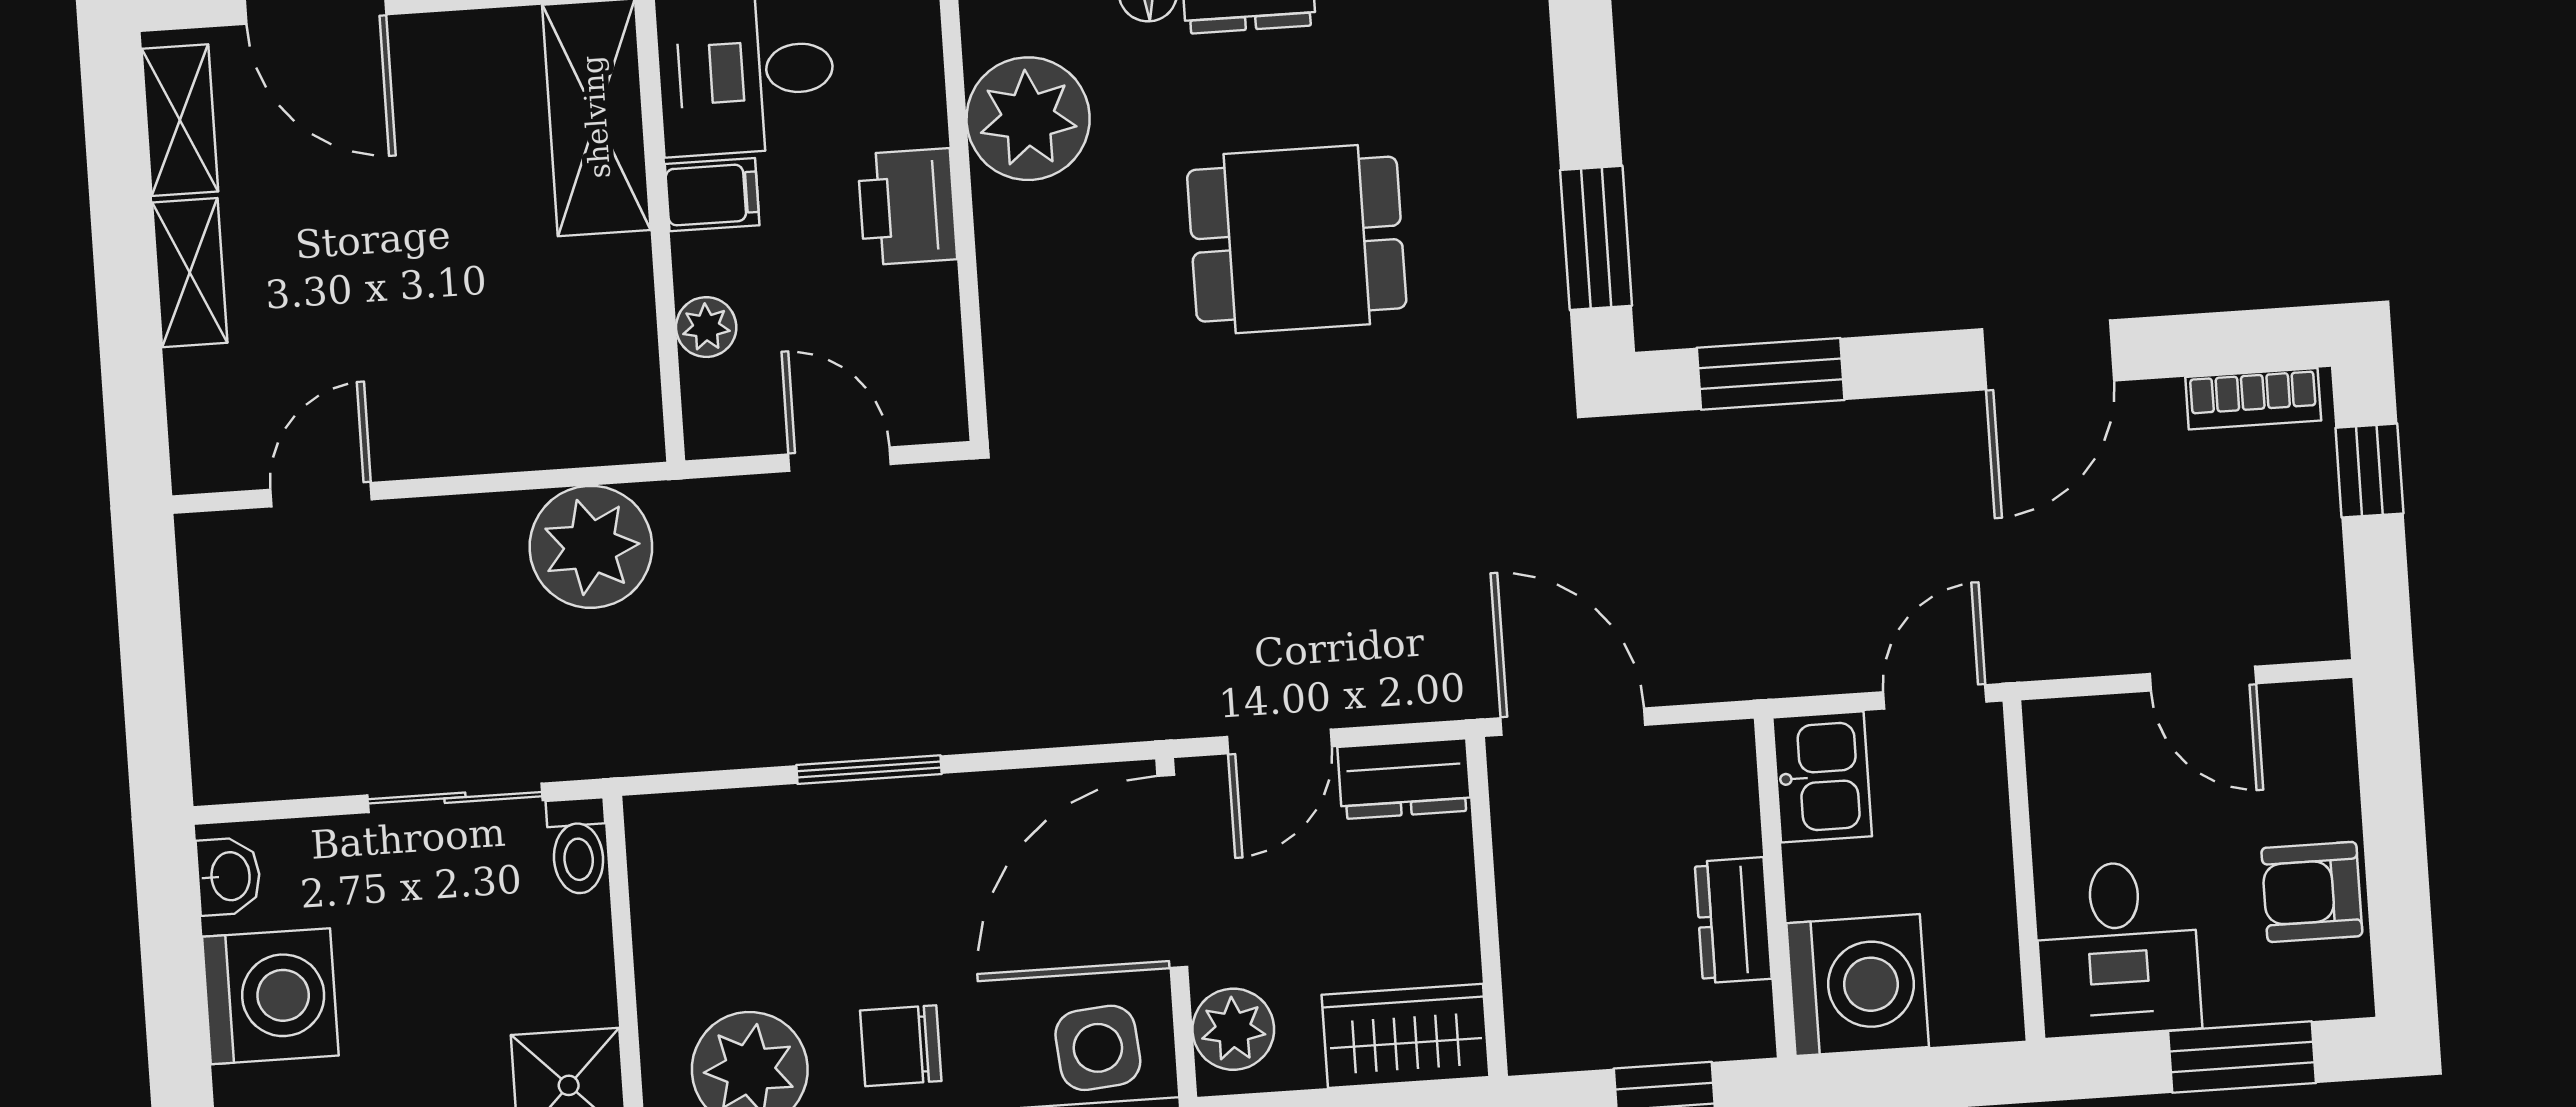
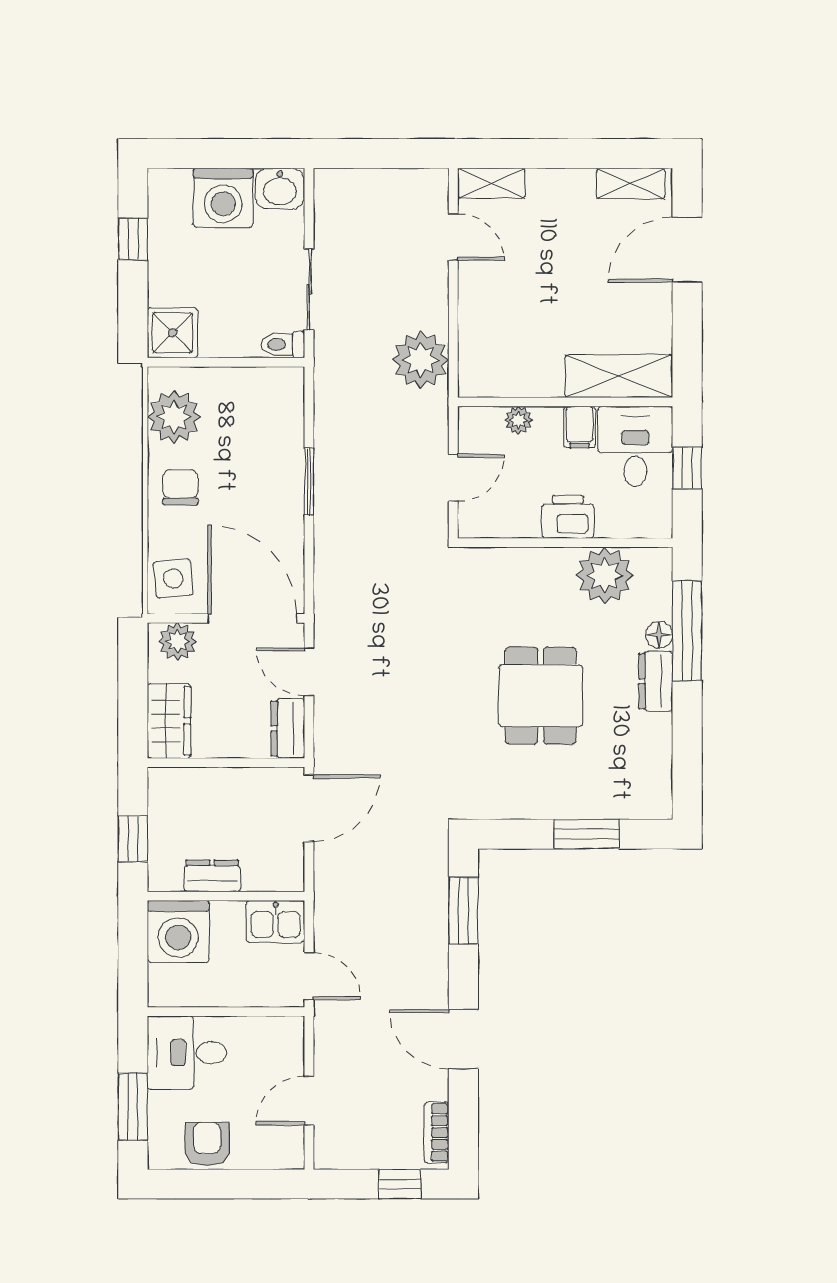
window: (1596, 238) -> (587, 834), moved
shelving: (190, 273) -> (491, 183), moved
washbasin: (229, 876) -> (280, 189), width x1.38, depth x1.45

